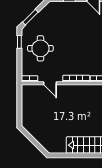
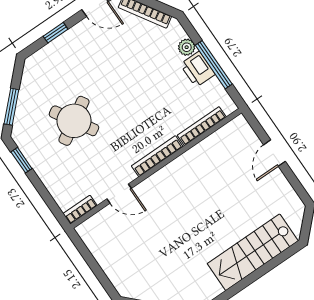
round table: (40, 48) -> (74, 121), moved, turned -31

